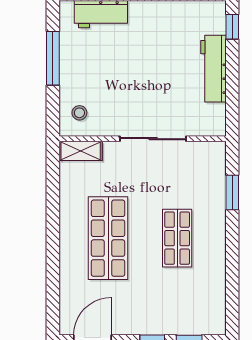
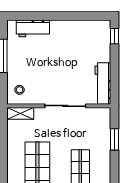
workbench: (213, 69) -> (103, 83), moved

